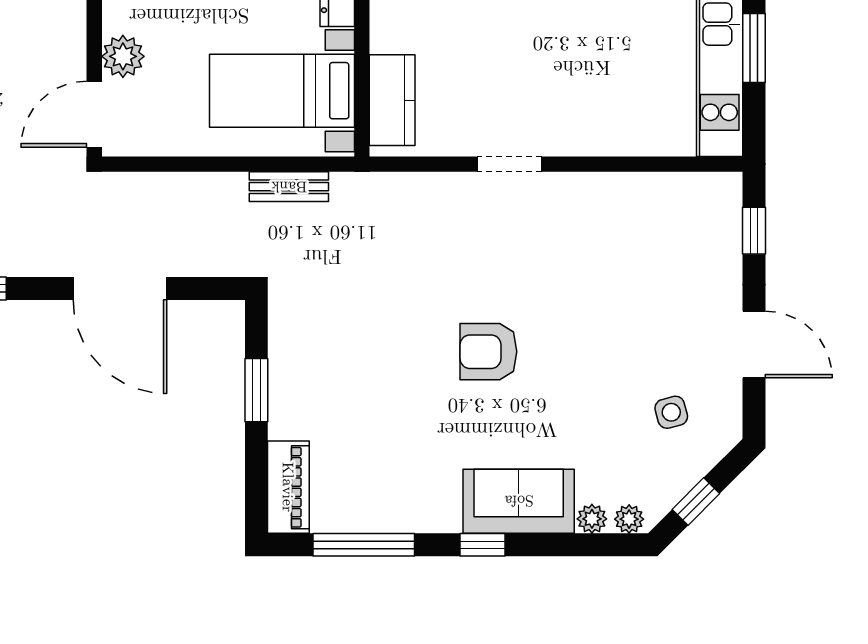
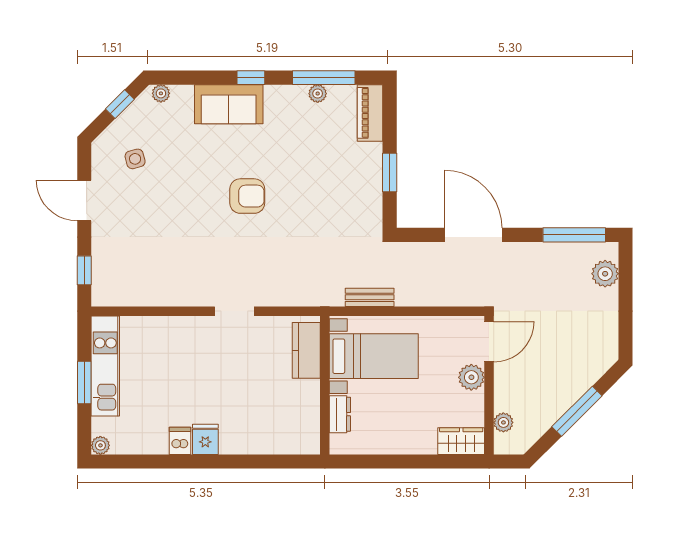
plant: (592, 519) -> (318, 94), moved

